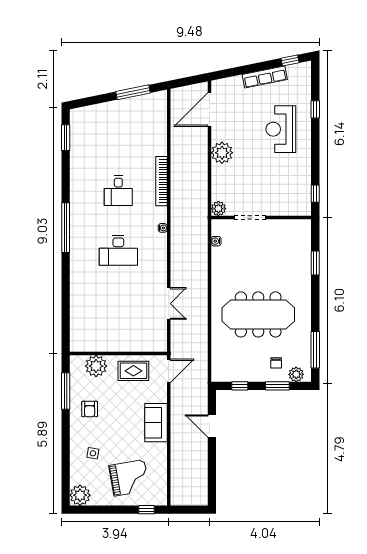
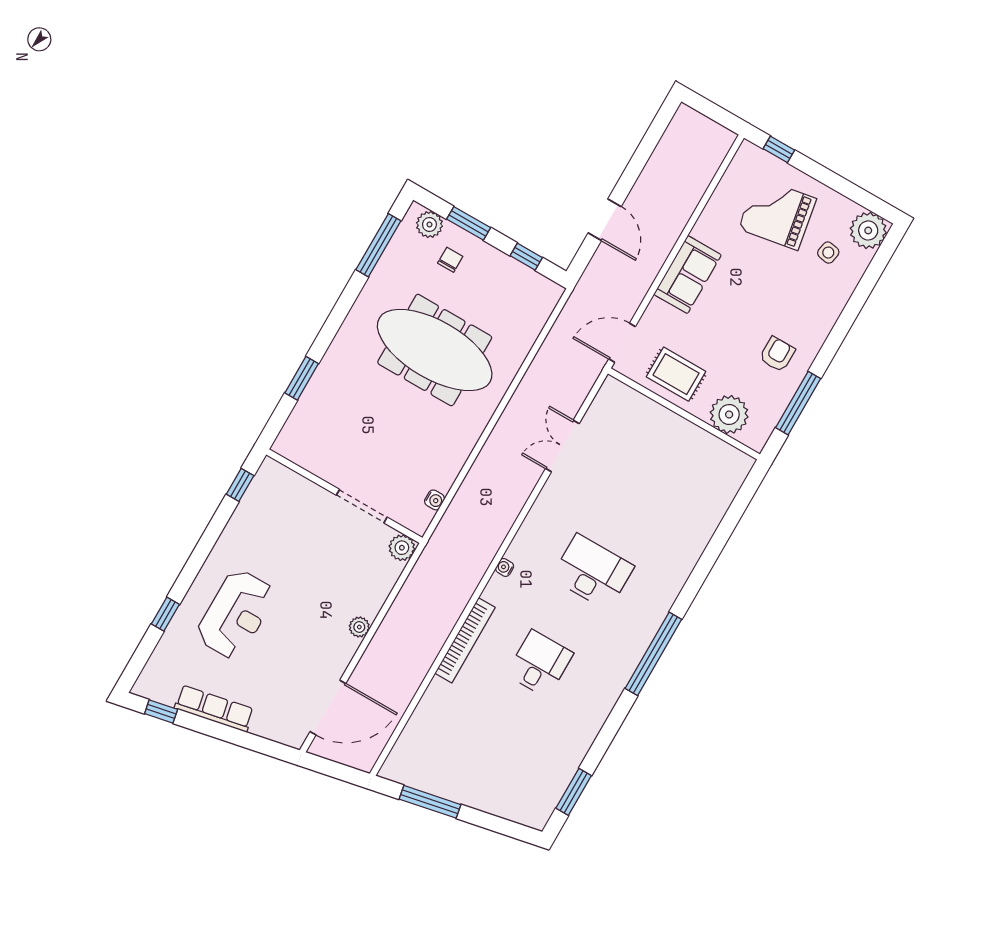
plant: (222, 153) -> (359, 627), width x0.53, depth x0.53
side table: (93, 453) -> (828, 253), moved

